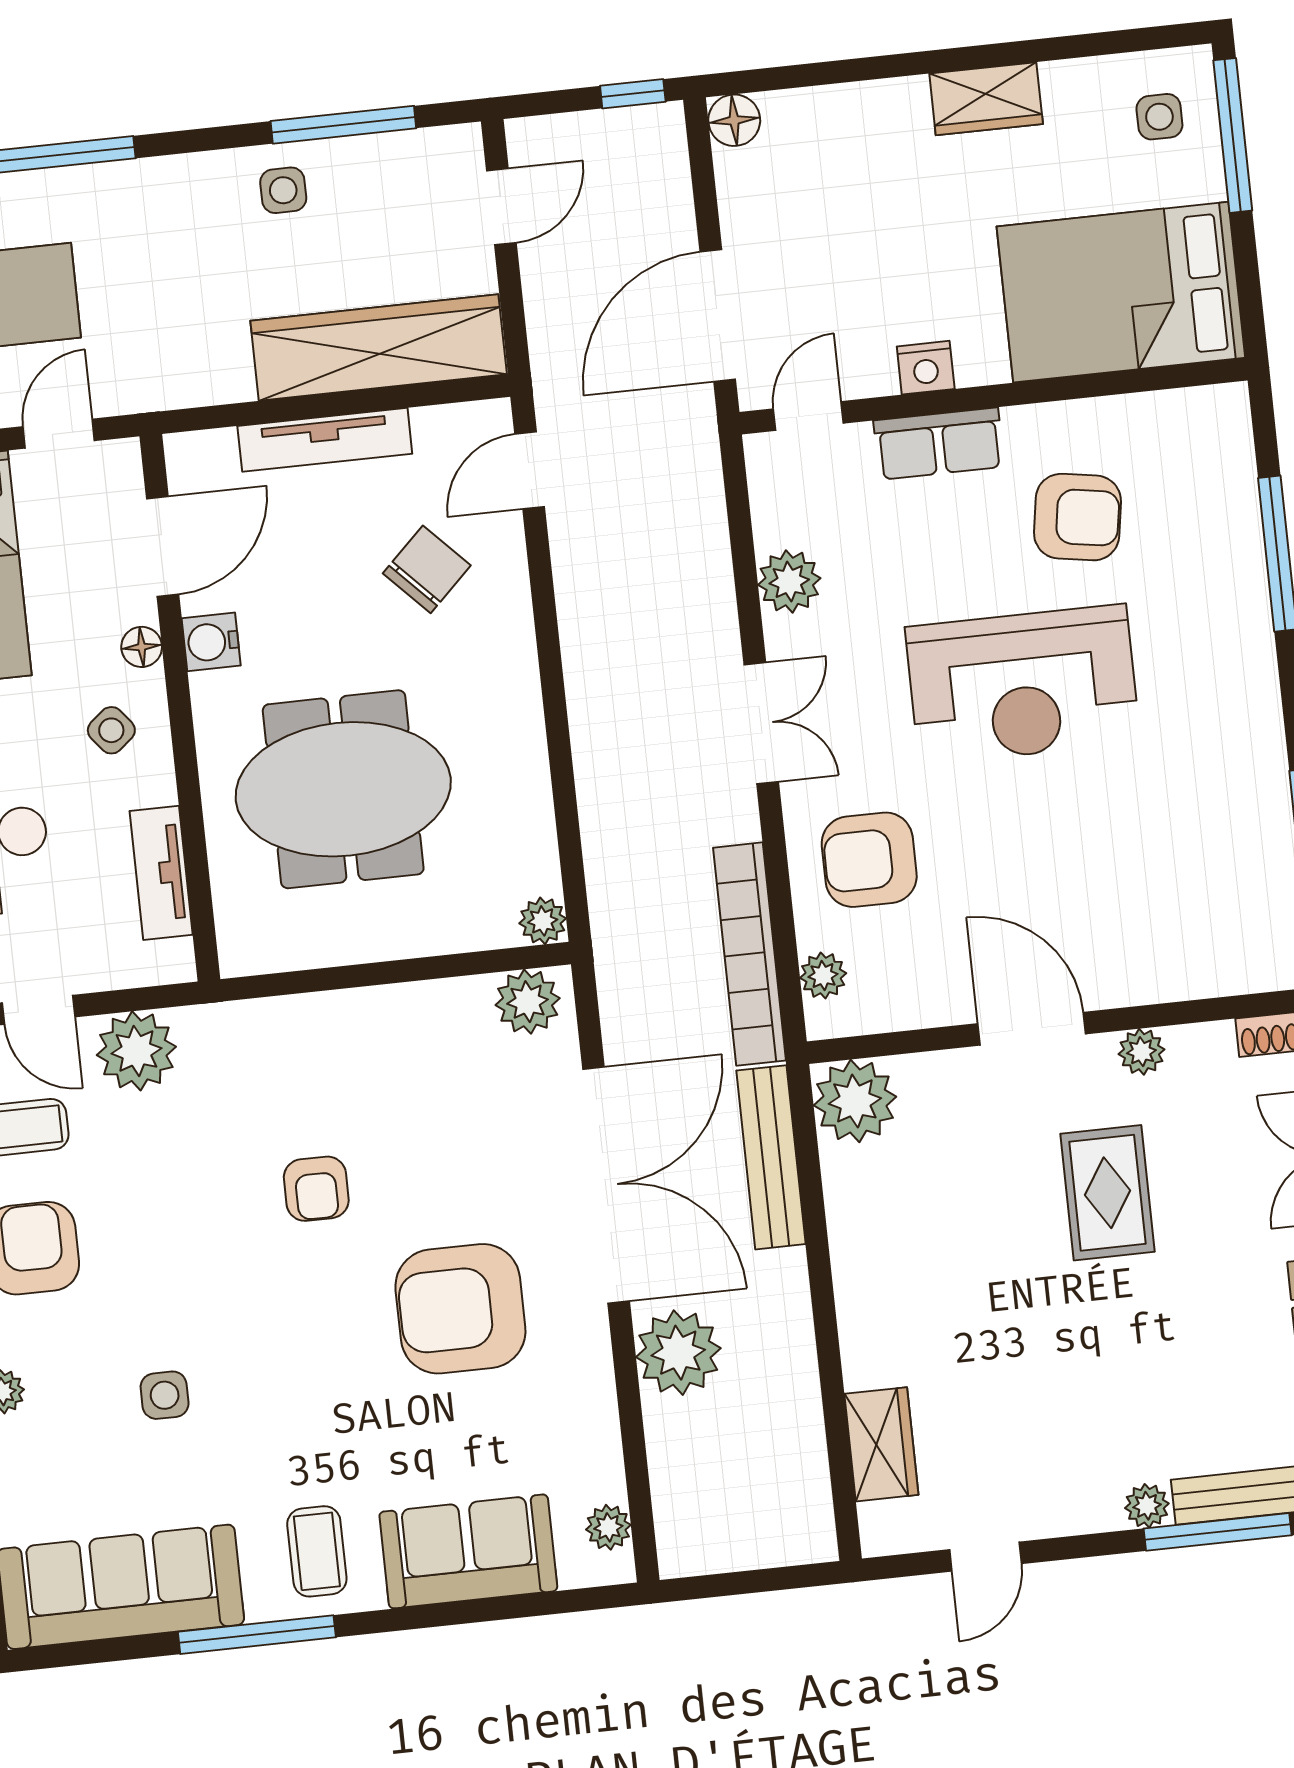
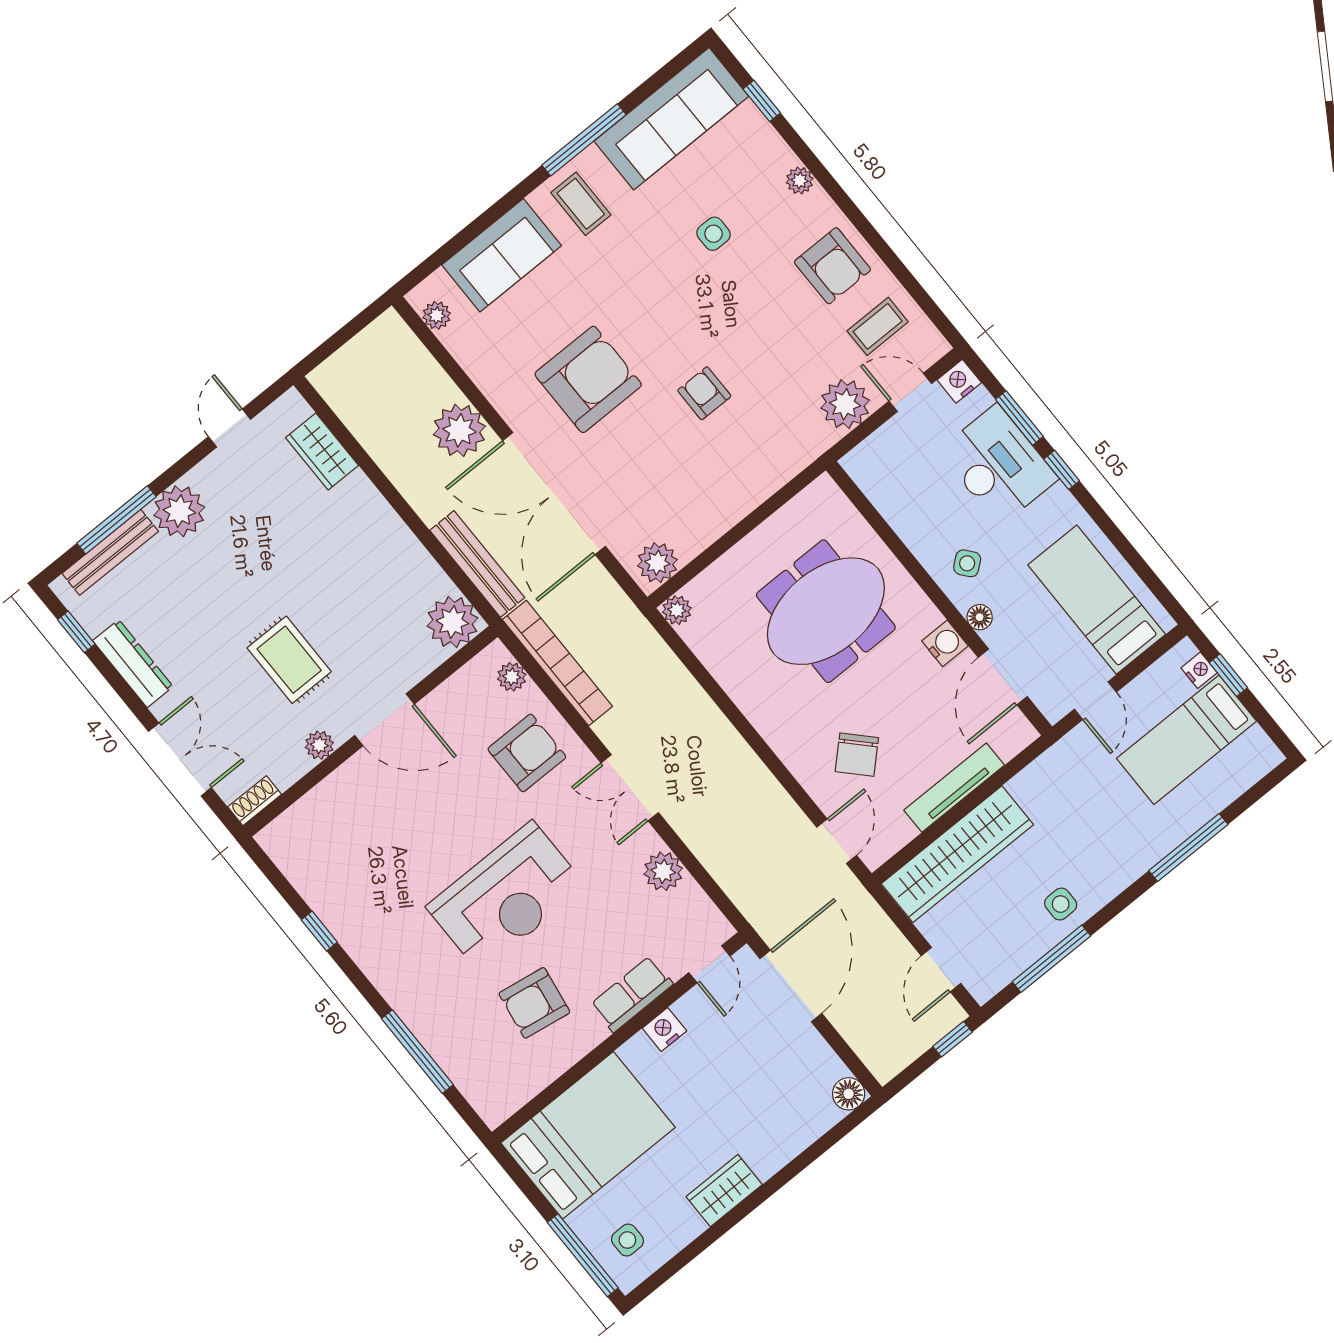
window: (633, 94) -> (953, 1039), moved
reception desk: (1023, 685) -> (506, 897), turned 180
tv unit: (161, 873) -> (893, 506), removed
plant: (1147, 1506) -> (179, 511), width x1.88, depth x1.88

